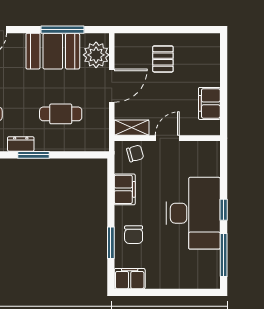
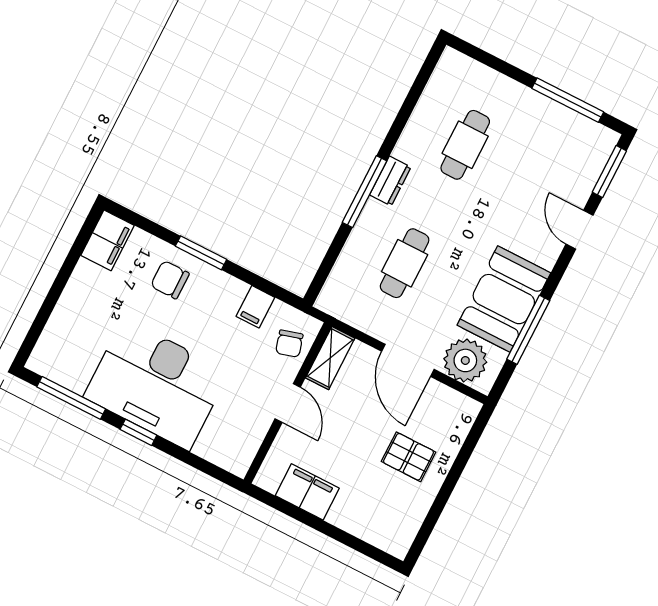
window: (33, 155) -> (364, 192), width x1.44
filing cabinet: (125, 189) -> (255, 307), width x0.50
window: (111, 243) -> (201, 253), moved

